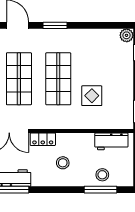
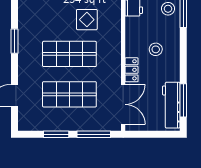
window: (55, 25) -> (15, 41), moved

